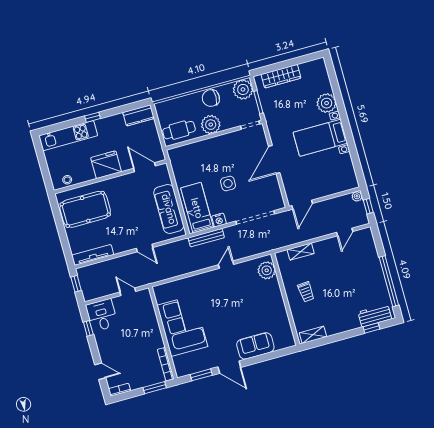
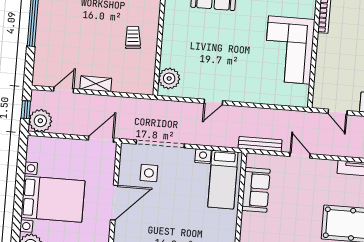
bed with nightstands: (320, 138) -> (53, 199), width x1.36
side table: (228, 183) -> (149, 173), moved
plant: (357, 196) -> (40, 121), width x1.88, depth x1.88
sofa: (169, 209) -> (256, 190), width x0.73
bench: (206, 238) -> (260, 144), moved
shelving: (301, 252) -> (96, 84), moved

